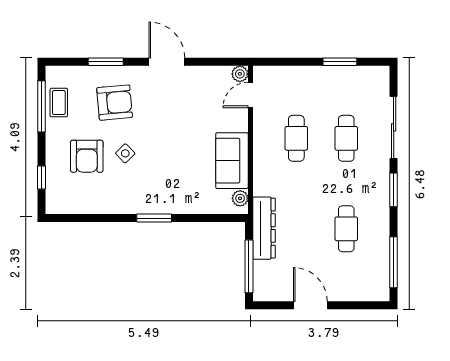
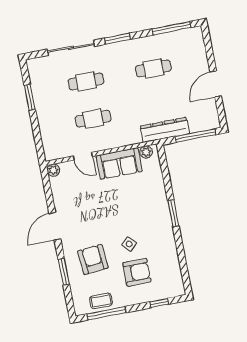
door: (250, 95) -> (83, 156), moved

